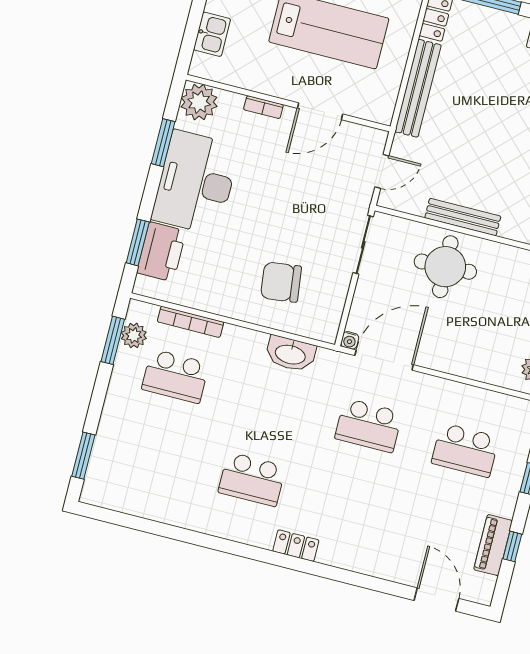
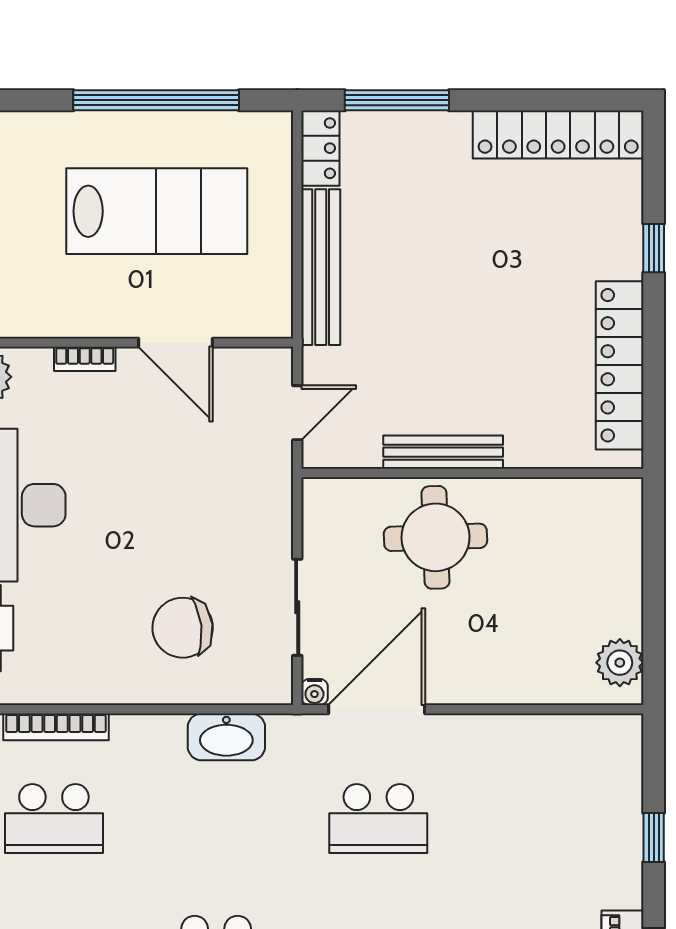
door: (320, 111) -> (176, 343), hinge flipped
sliding door: (363, 245) -> (297, 607), moved
school desk: (465, 450) -> (541, 819), removed

